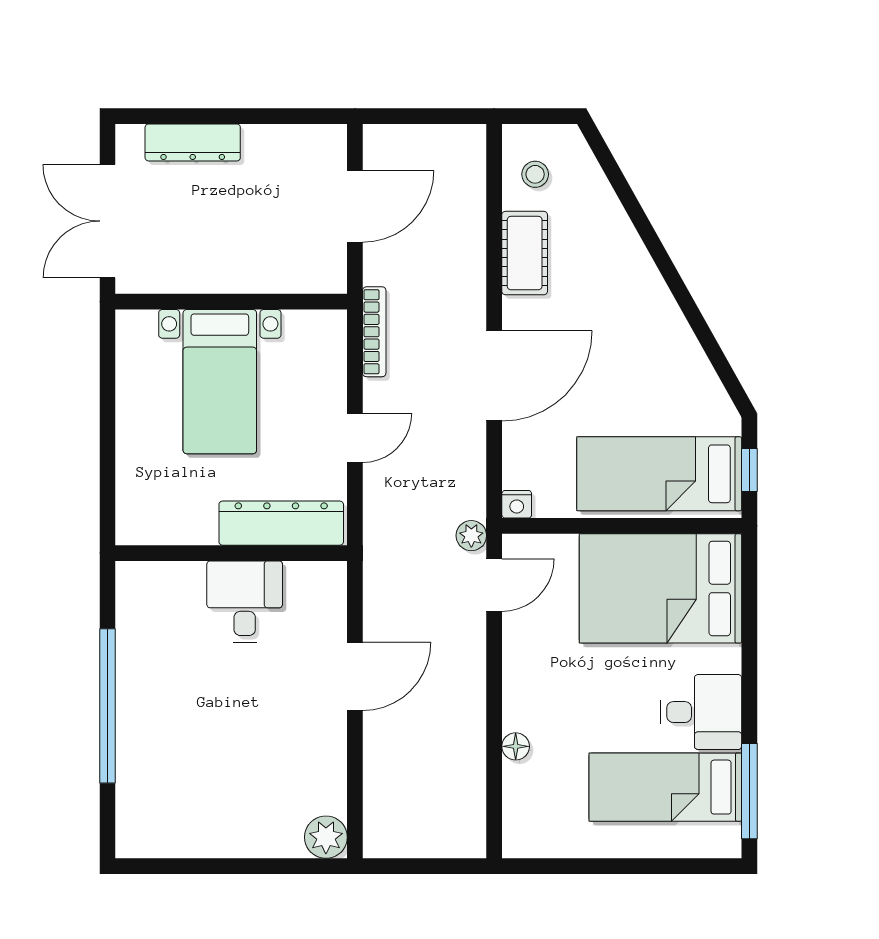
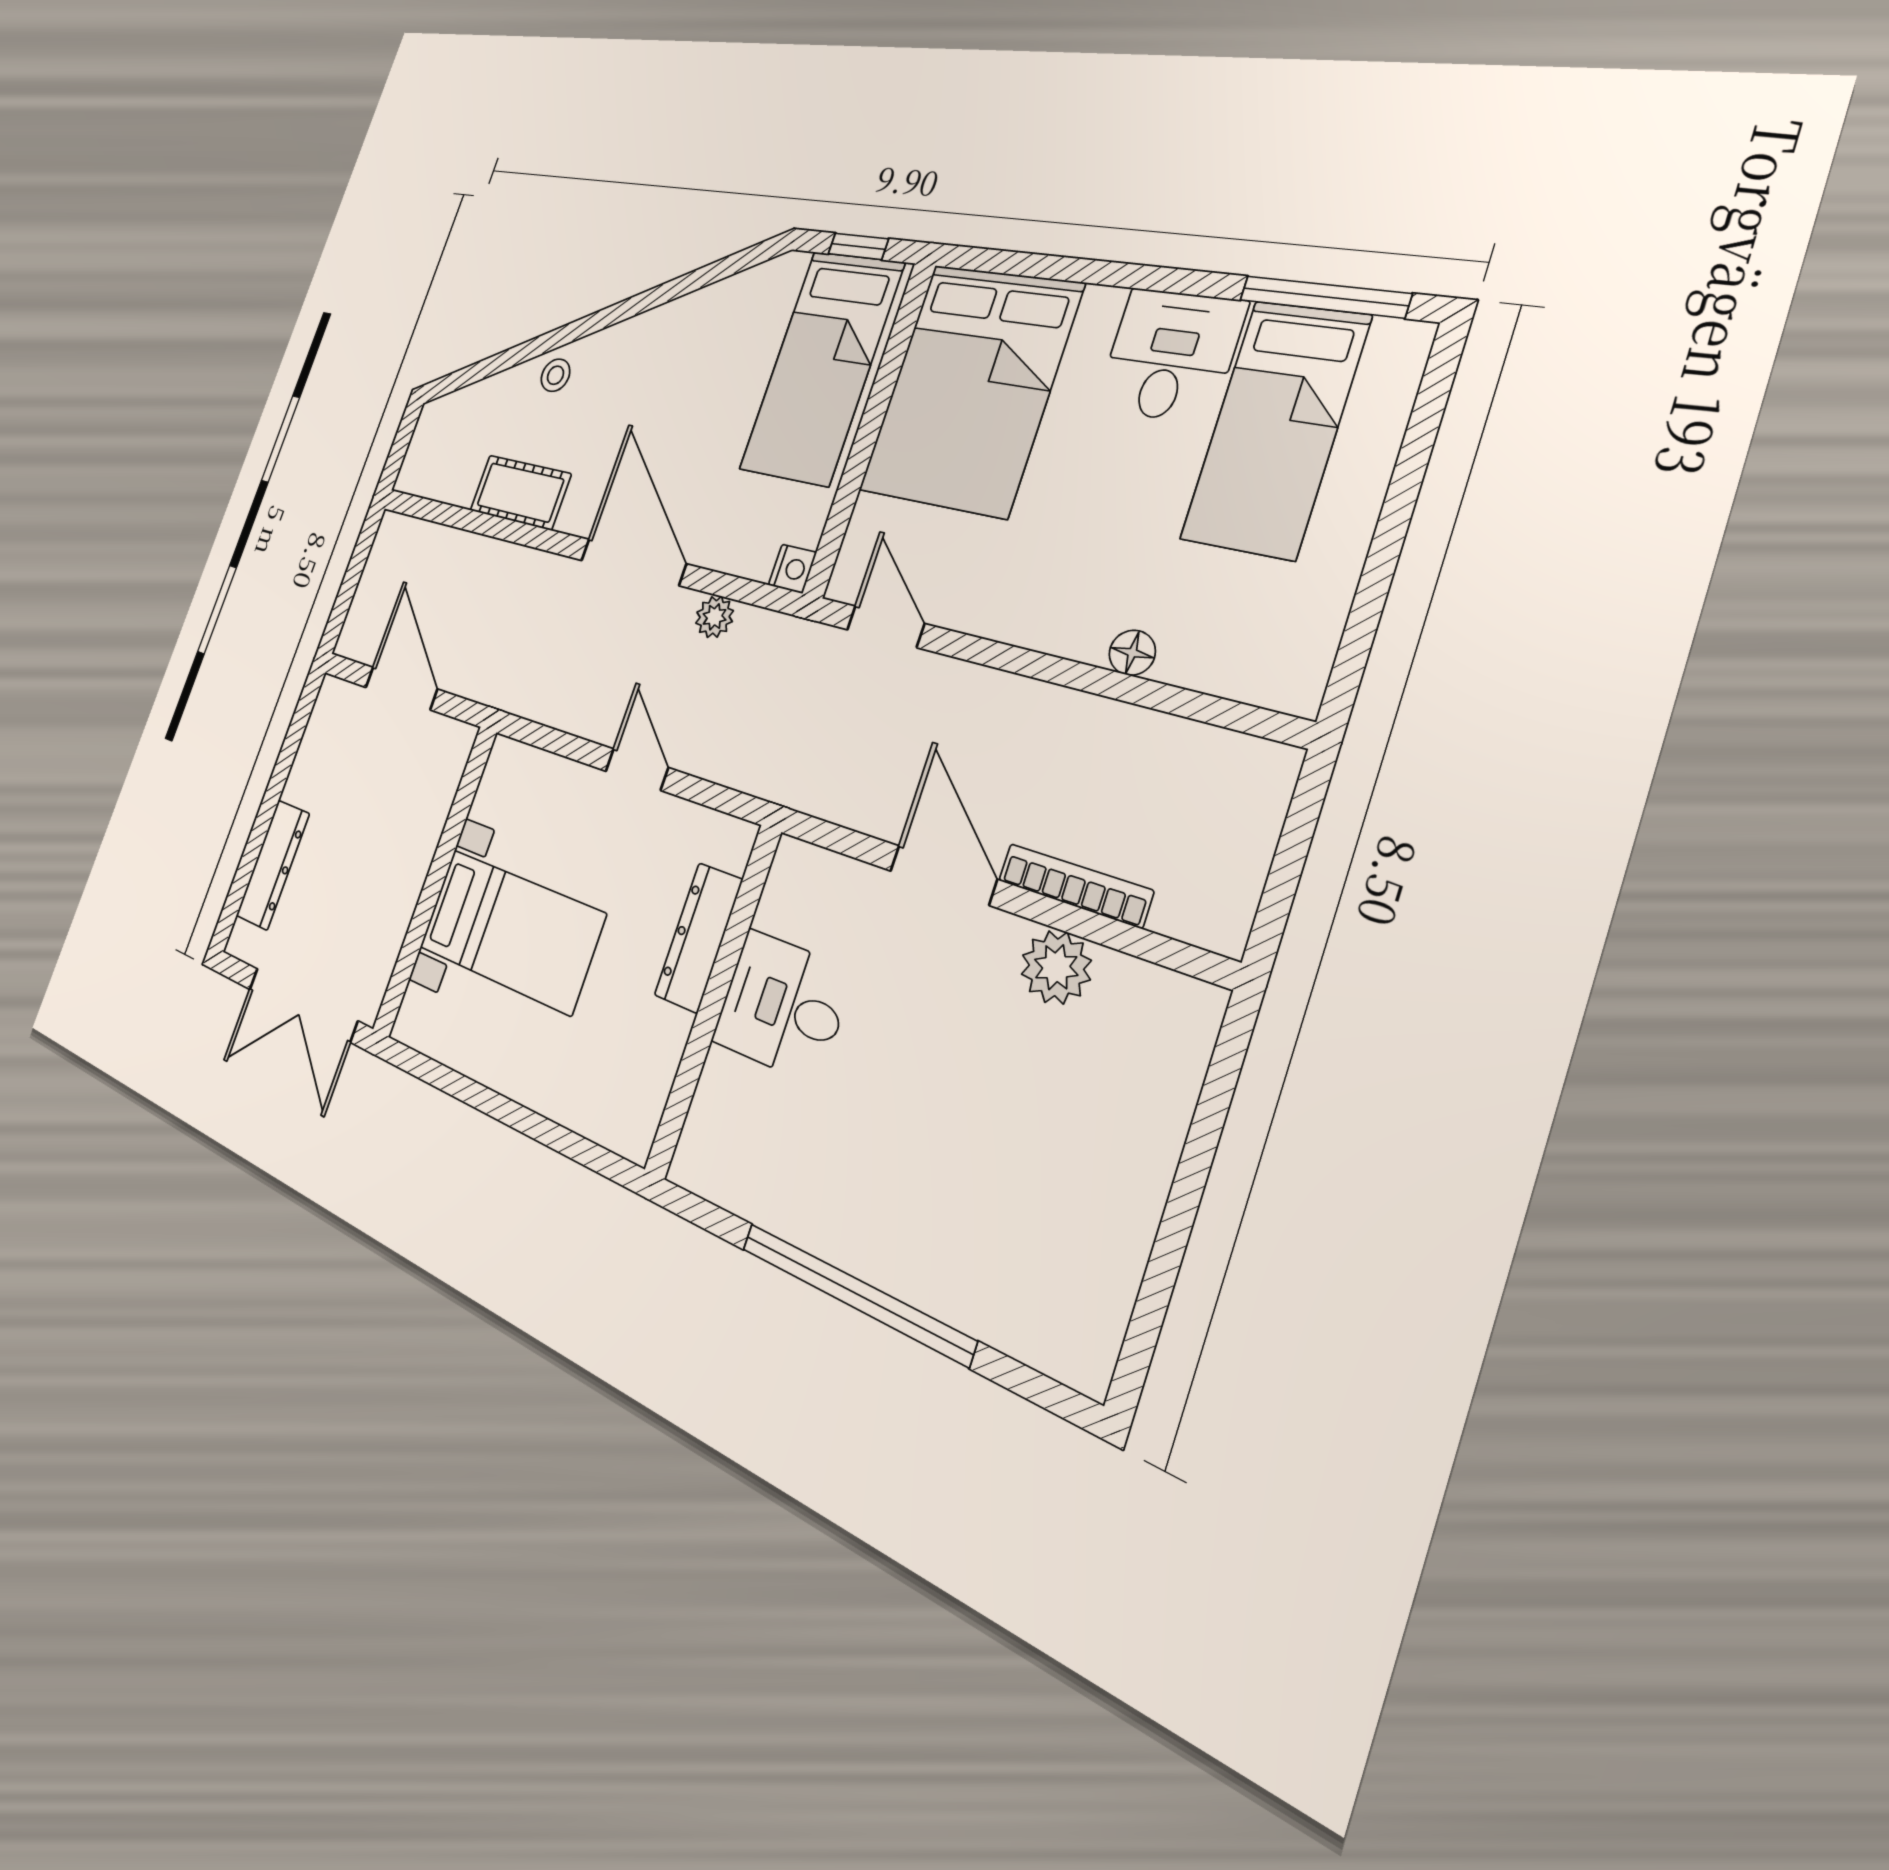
stool: (535, 174) -> (555, 375), moved
bookcase: (374, 332) -> (1075, 885), moved
dresser: (281, 523) -> (698, 937), width x0.73, depth x0.80
plant: (471, 536) -> (715, 617), moved
plant: (326, 837) -> (1056, 967), moved

